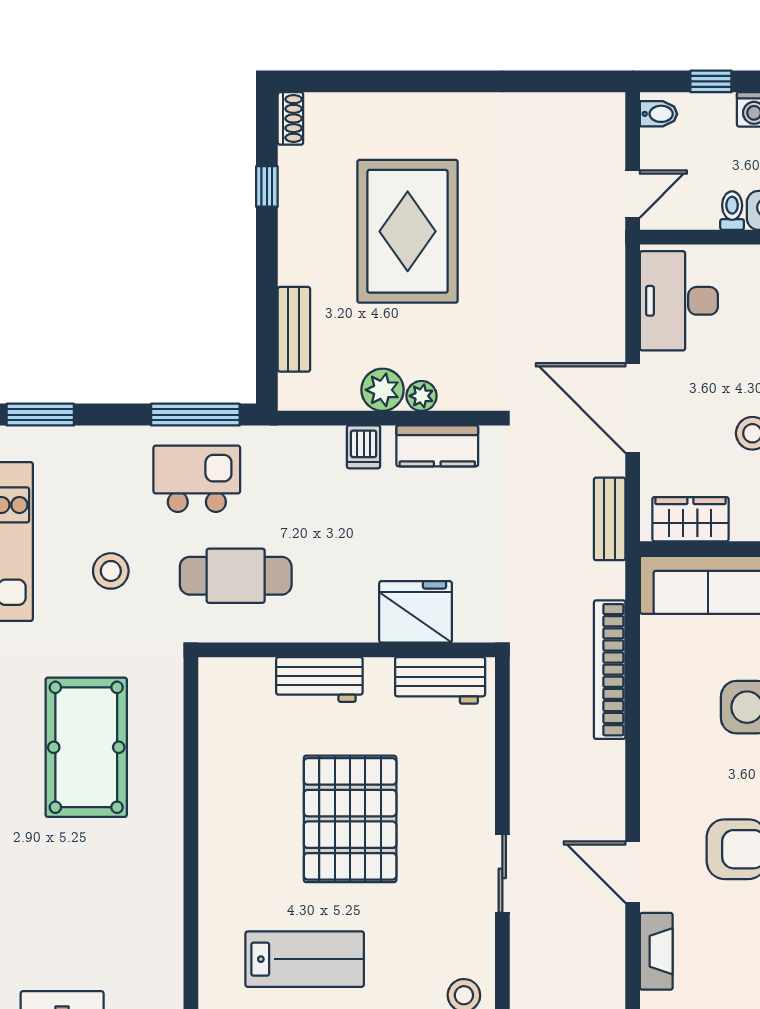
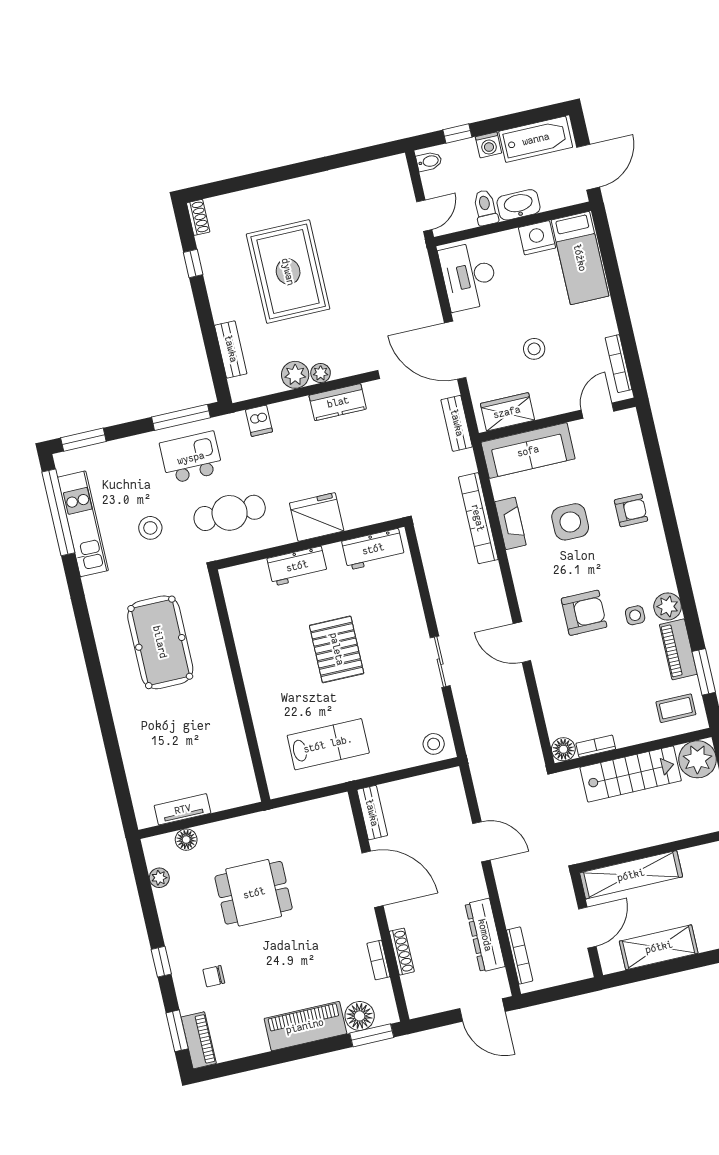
toilet: (732, 211) -> (485, 208), width x1.37, depth x1.39
dishwasher: (364, 447) -> (259, 421), moved
fridge: (416, 612) -> (317, 517), moved
pallet: (350, 819) -> (337, 649), width x0.73, depth x0.71
fireplace: (656, 951) -> (510, 523), moved

